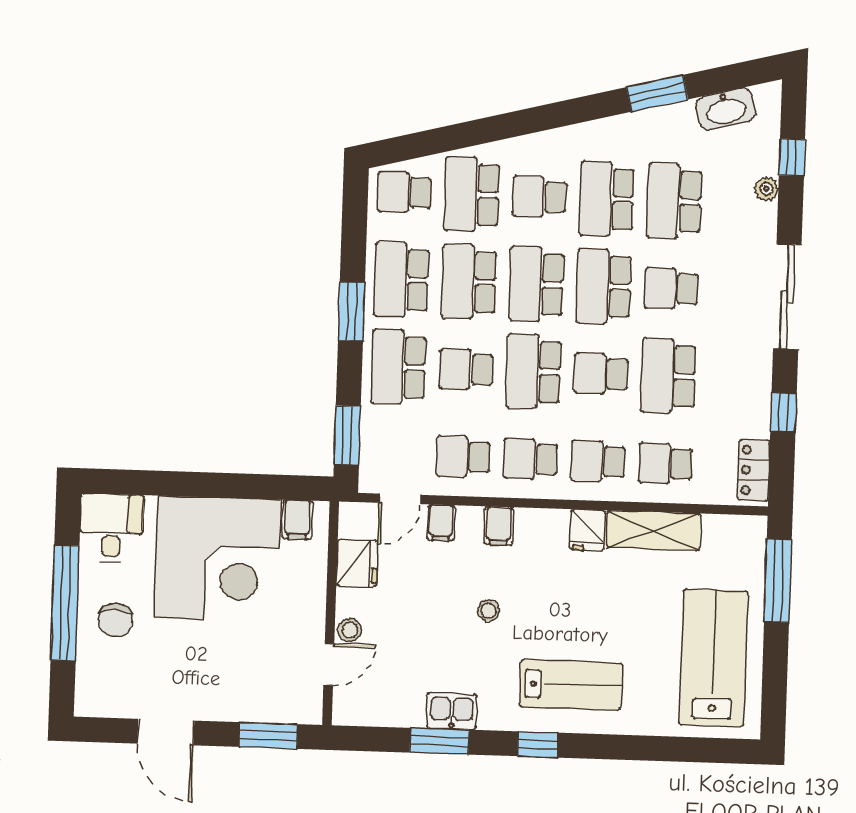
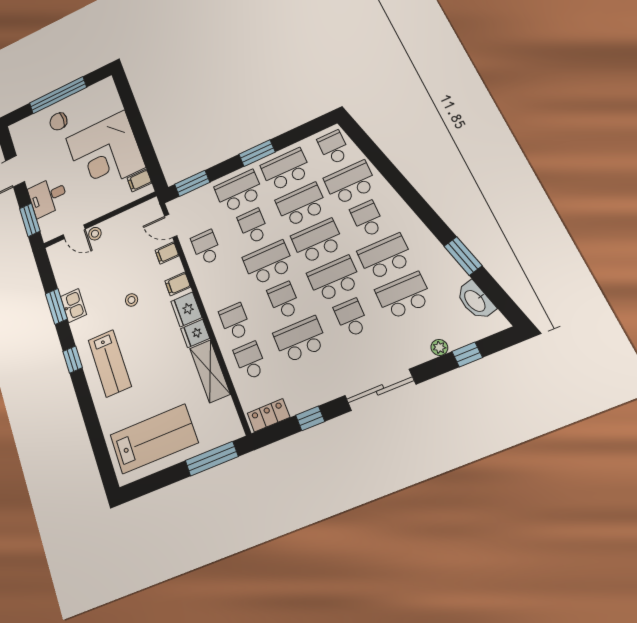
school desk: (531, 459) -> (220, 284), removed
desk: (111, 528) -> (48, 197), moved, turned 180
fridge: (357, 563) -> (186, 309), moved, turned 90

